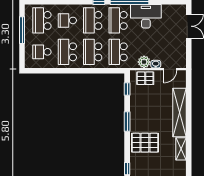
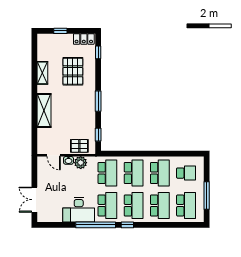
school desk: (67, 20) -> (160, 205), width x1.85
door: (170, 69) -> (54, 155), swing flipped
shelving: (179, 112) -> (44, 111), width x0.68
pallet: (145, 143) -> (73, 71), moved, turned 90

